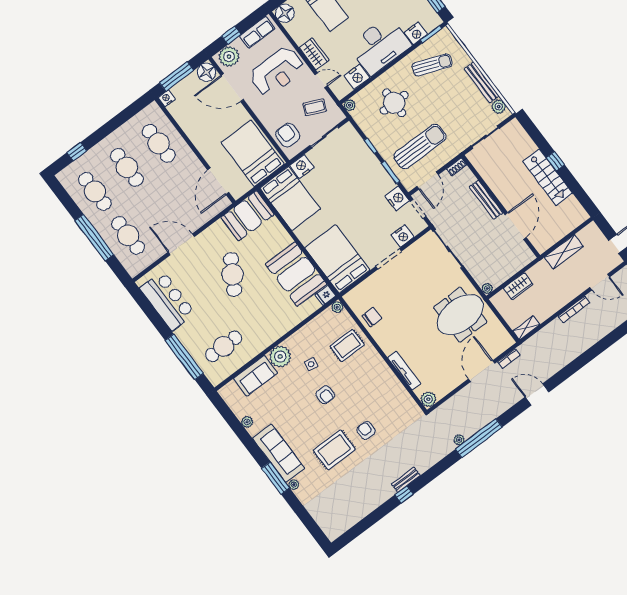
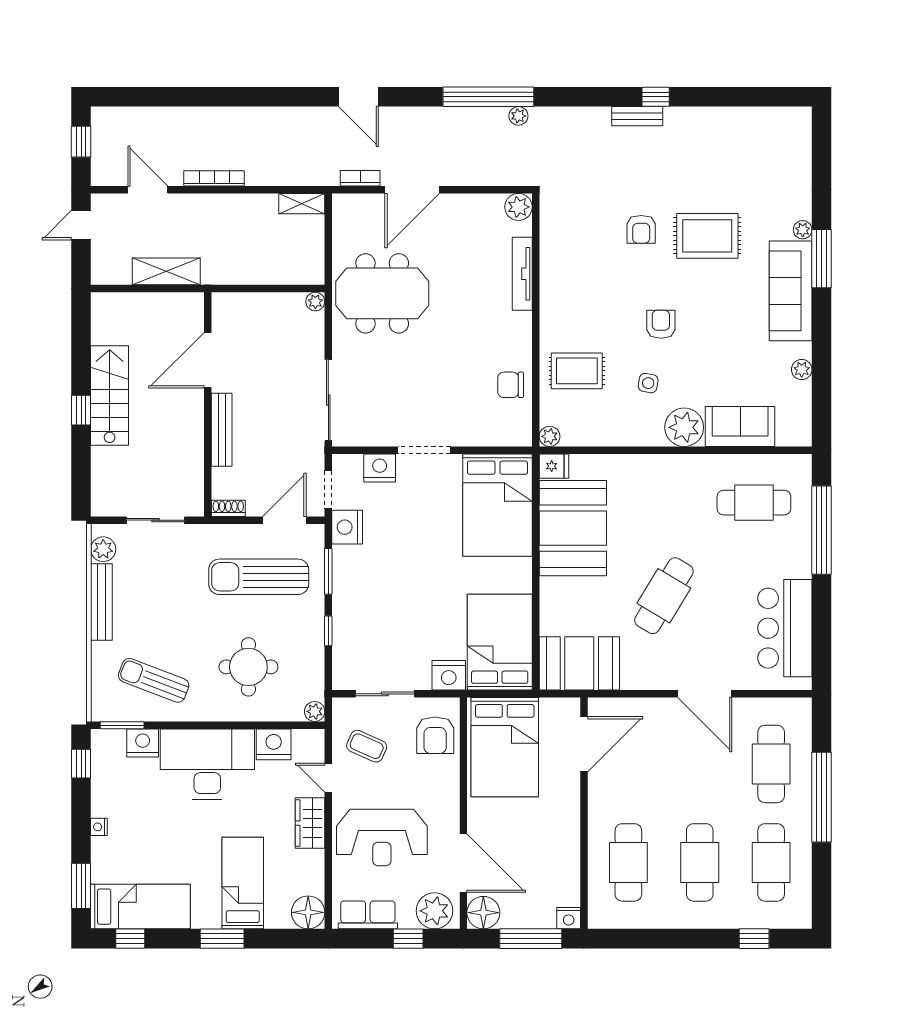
reception desk: (277, 72) -> (382, 838), turned 180
wardrobe: (518, 286) -> (269, 271), removed

